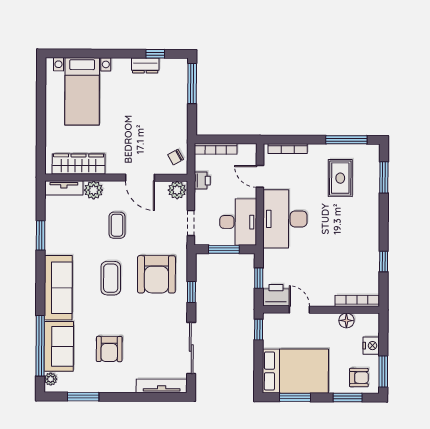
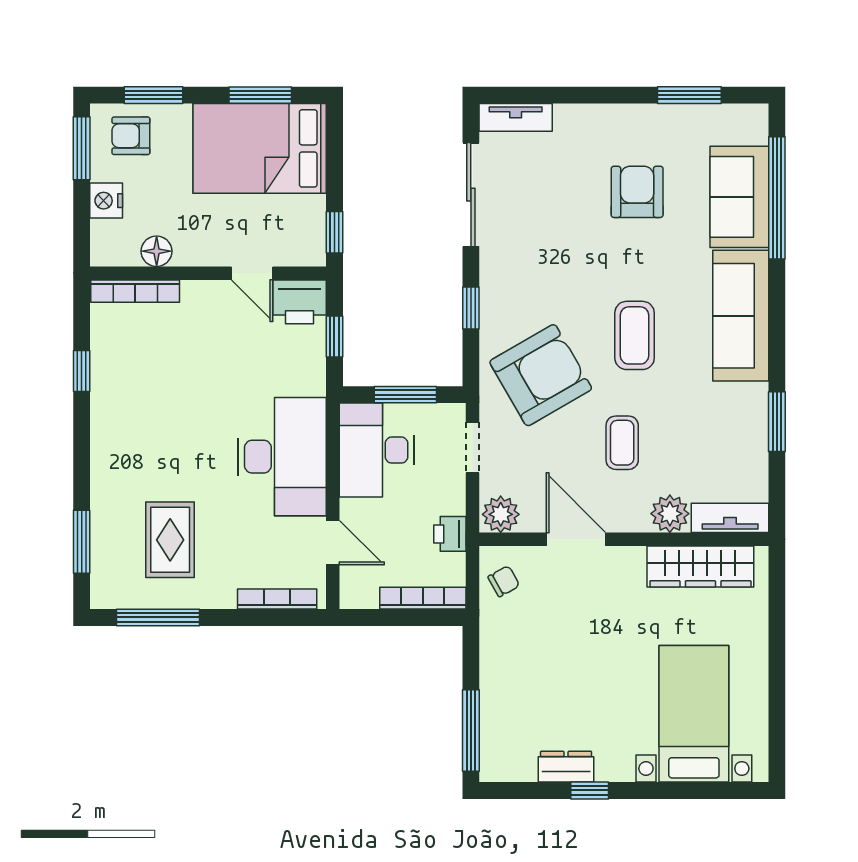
window: (155, 54) -> (590, 790), moved
armchair: (156, 274) -> (541, 375), moved, turned 60
plant: (51, 379) -> (756, 130), removed
tv unit: (162, 386) -> (516, 117), width x0.71

